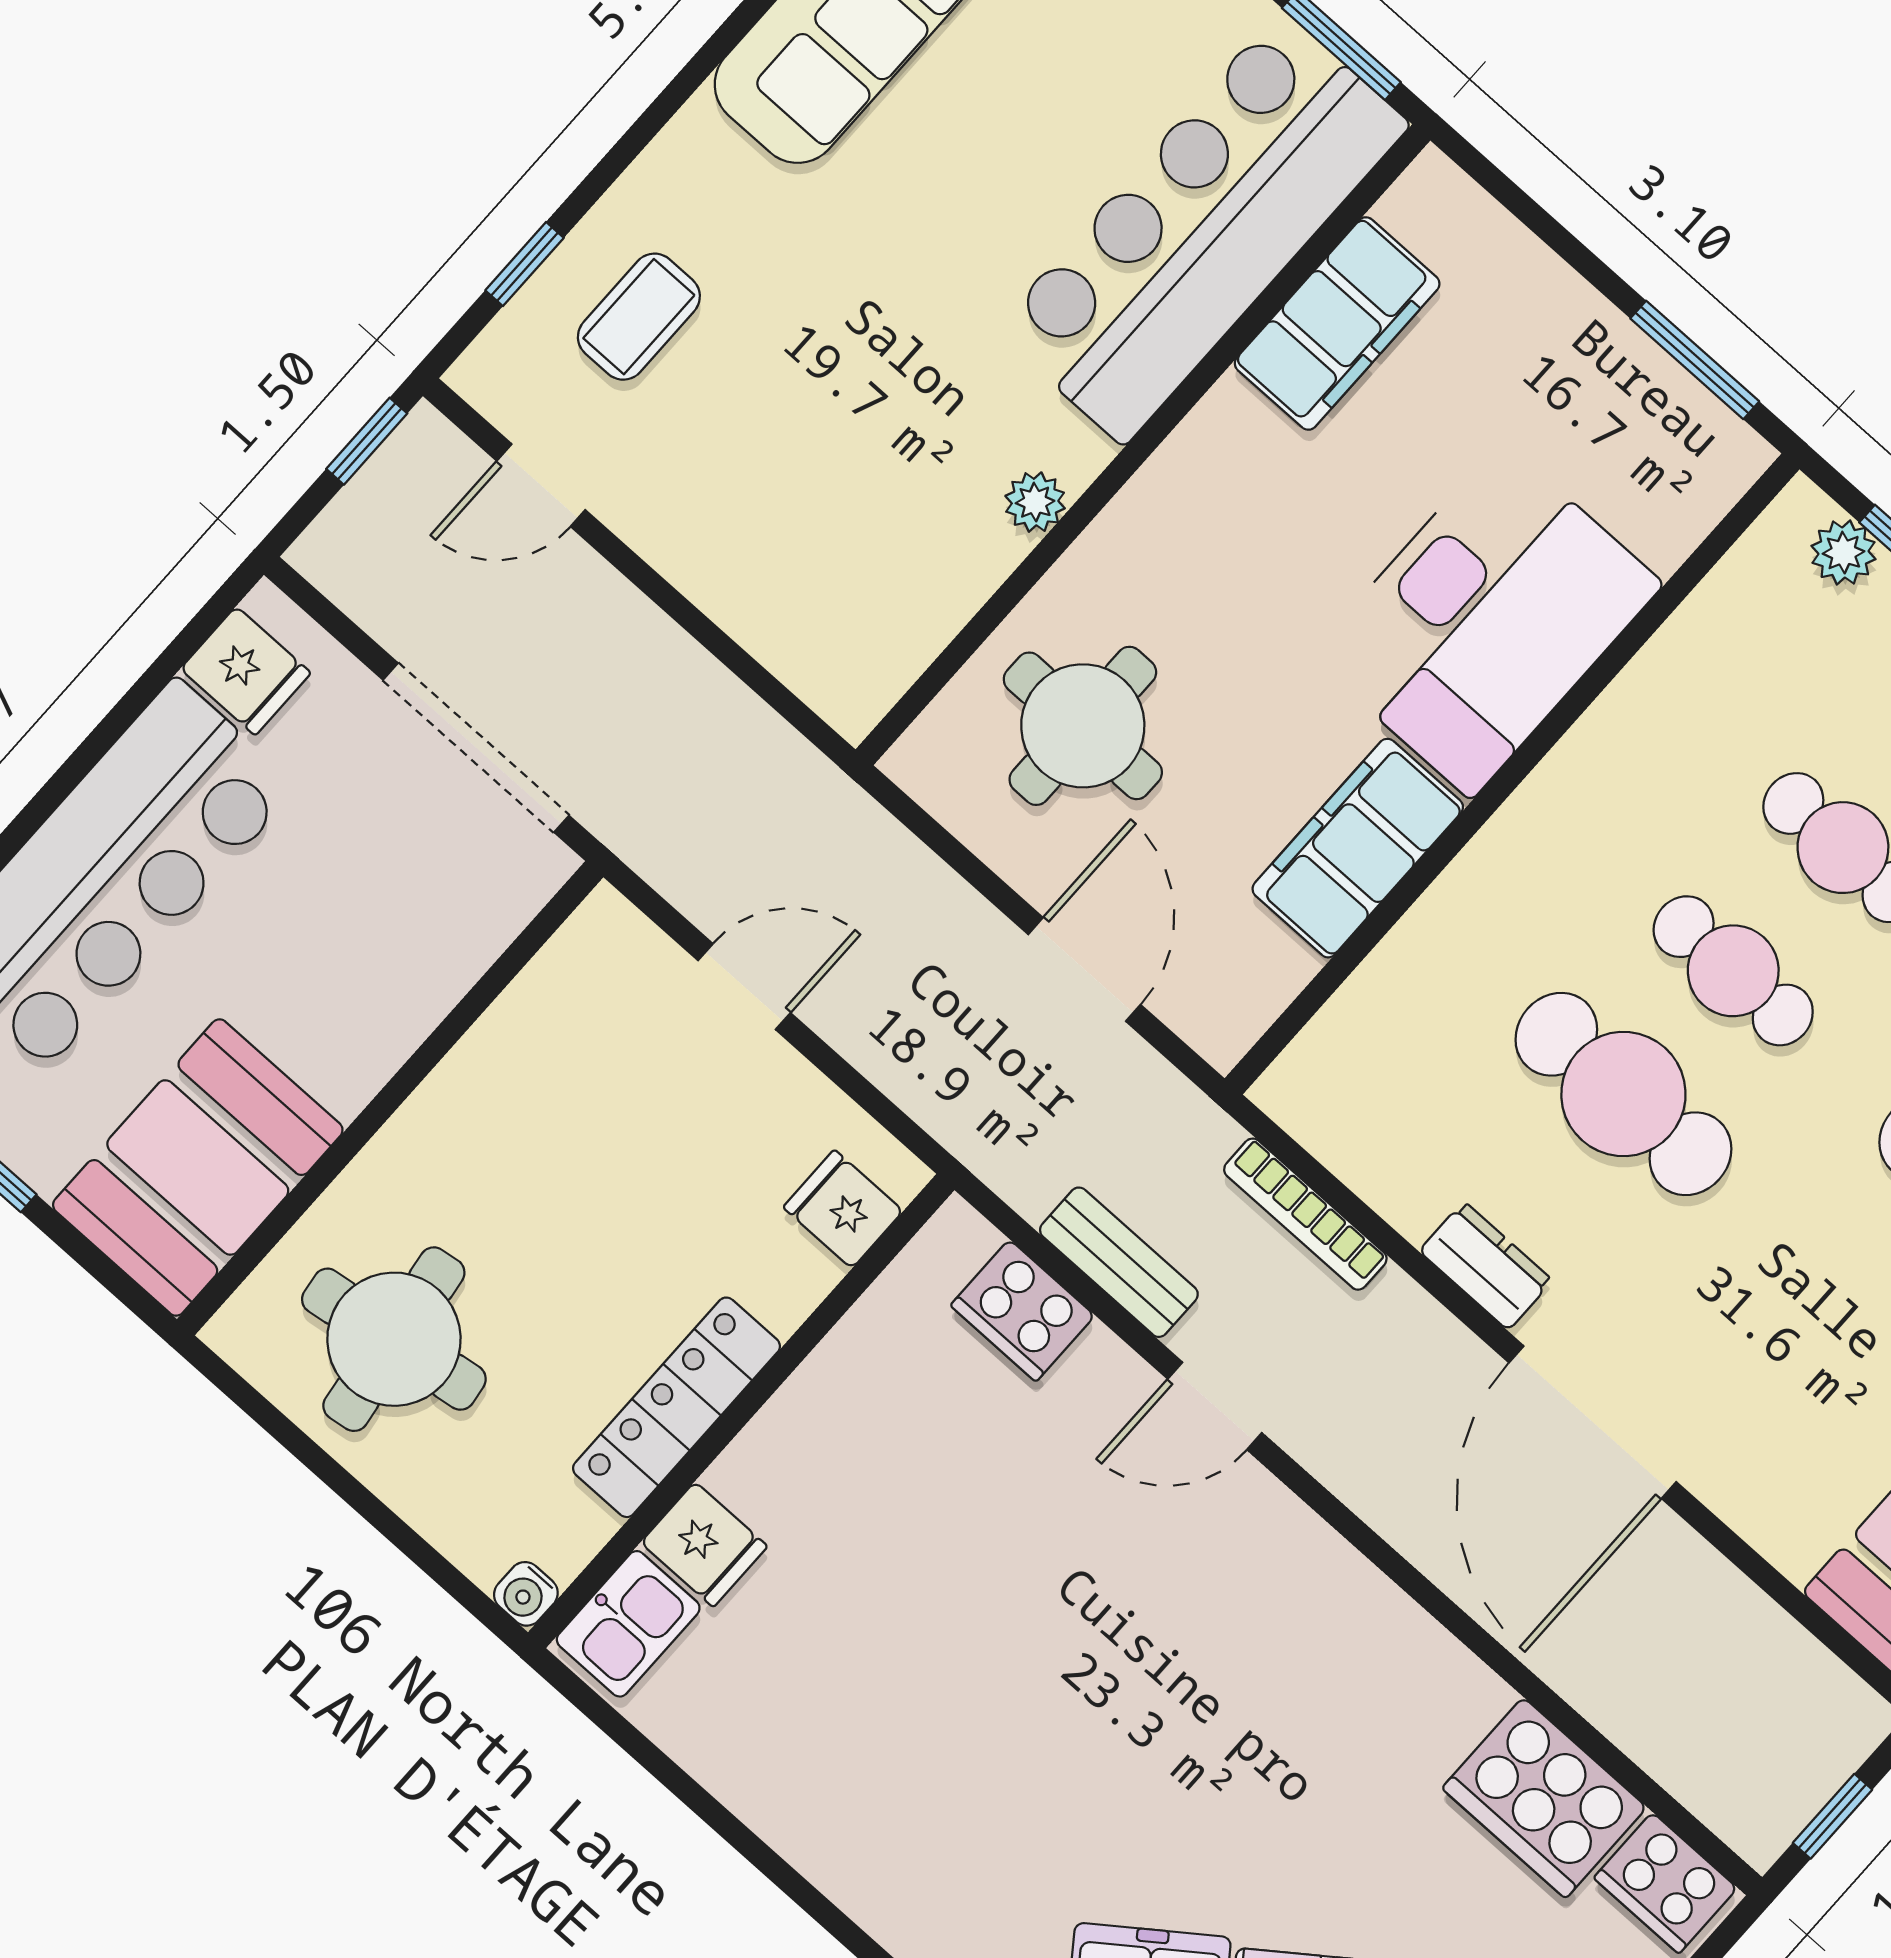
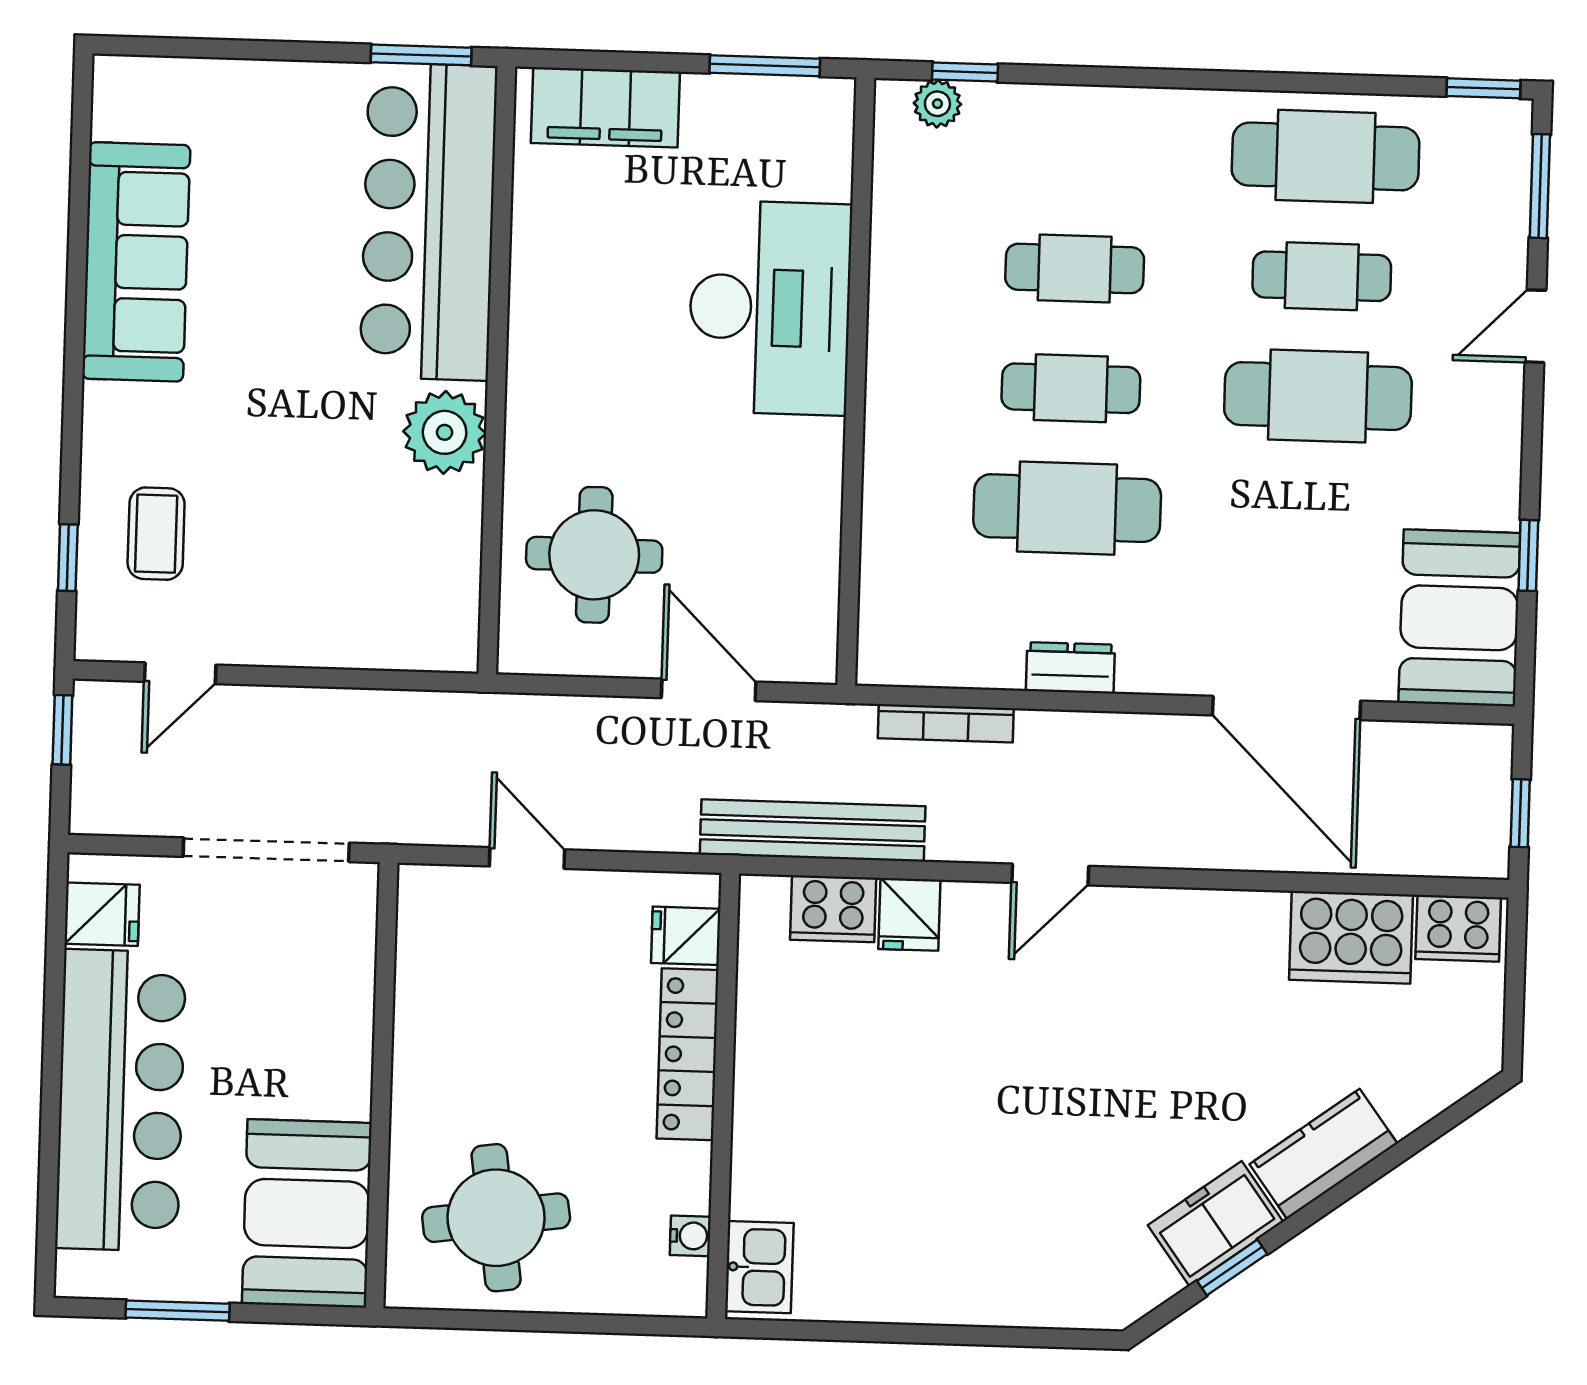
filing cabinet: (1337, 324) -> (605, 107), moved, turned 90
plant: (1035, 502) -> (445, 432), width x1.87, depth x1.87
filing cabinet: (1358, 848) -> (804, 495), removed
door: (744, 987) -> (527, 858), hinge flipped
bench: (1119, 1262) -> (813, 830), width x1.86, depth x1.21
door: (1215, 1406) -> (1050, 874), moved
locker: (677, 1407) -> (688, 1054), moved
door: (1593, 1422) -> (1287, 708), moved
fridge: (704, 1544) -> (909, 914), moved, turned 90
water cooler: (526, 1594) -> (690, 1236), moved, turned -90

